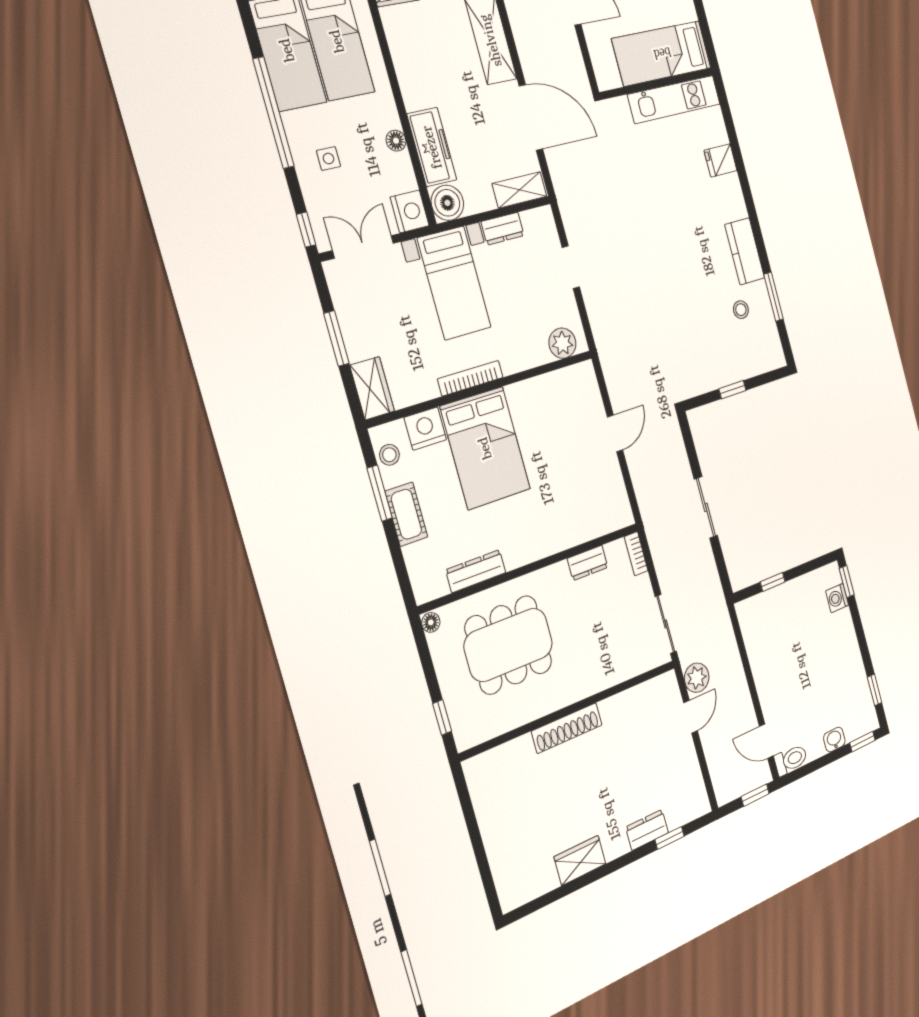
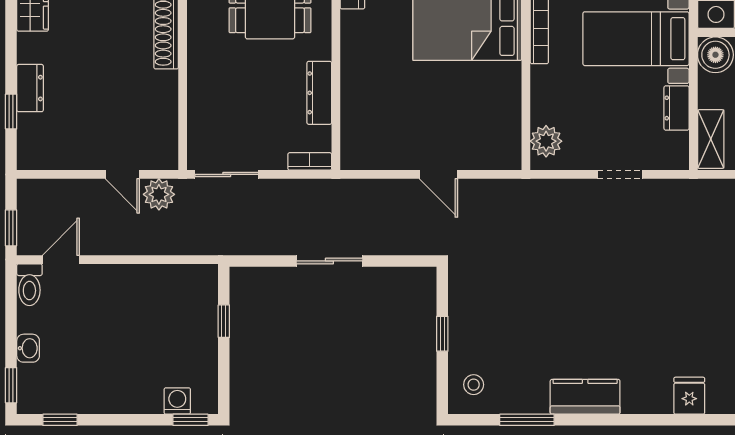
stool: (741, 310) -> (474, 385), moved
dresser: (588, 563) -> (319, 93), width x1.44

